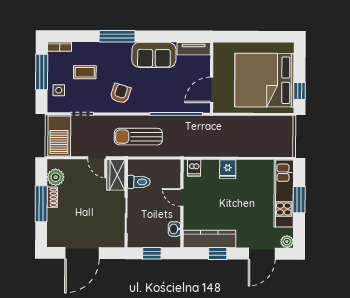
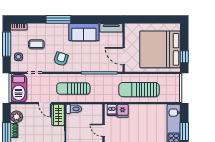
door: (212, 90) -> (124, 56), hinge flipped
sun lounger: (234, 139) -> (139, 90), added
fridge: (228, 169) -> (123, 111), moved
toilet: (139, 182) -> (74, 109), moved

